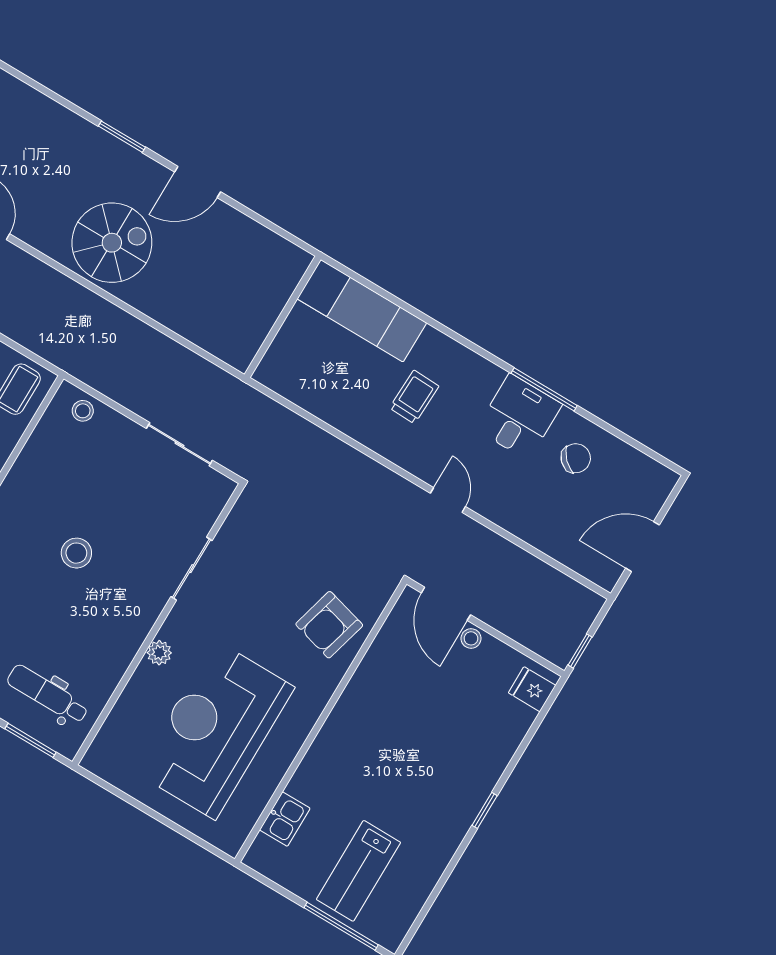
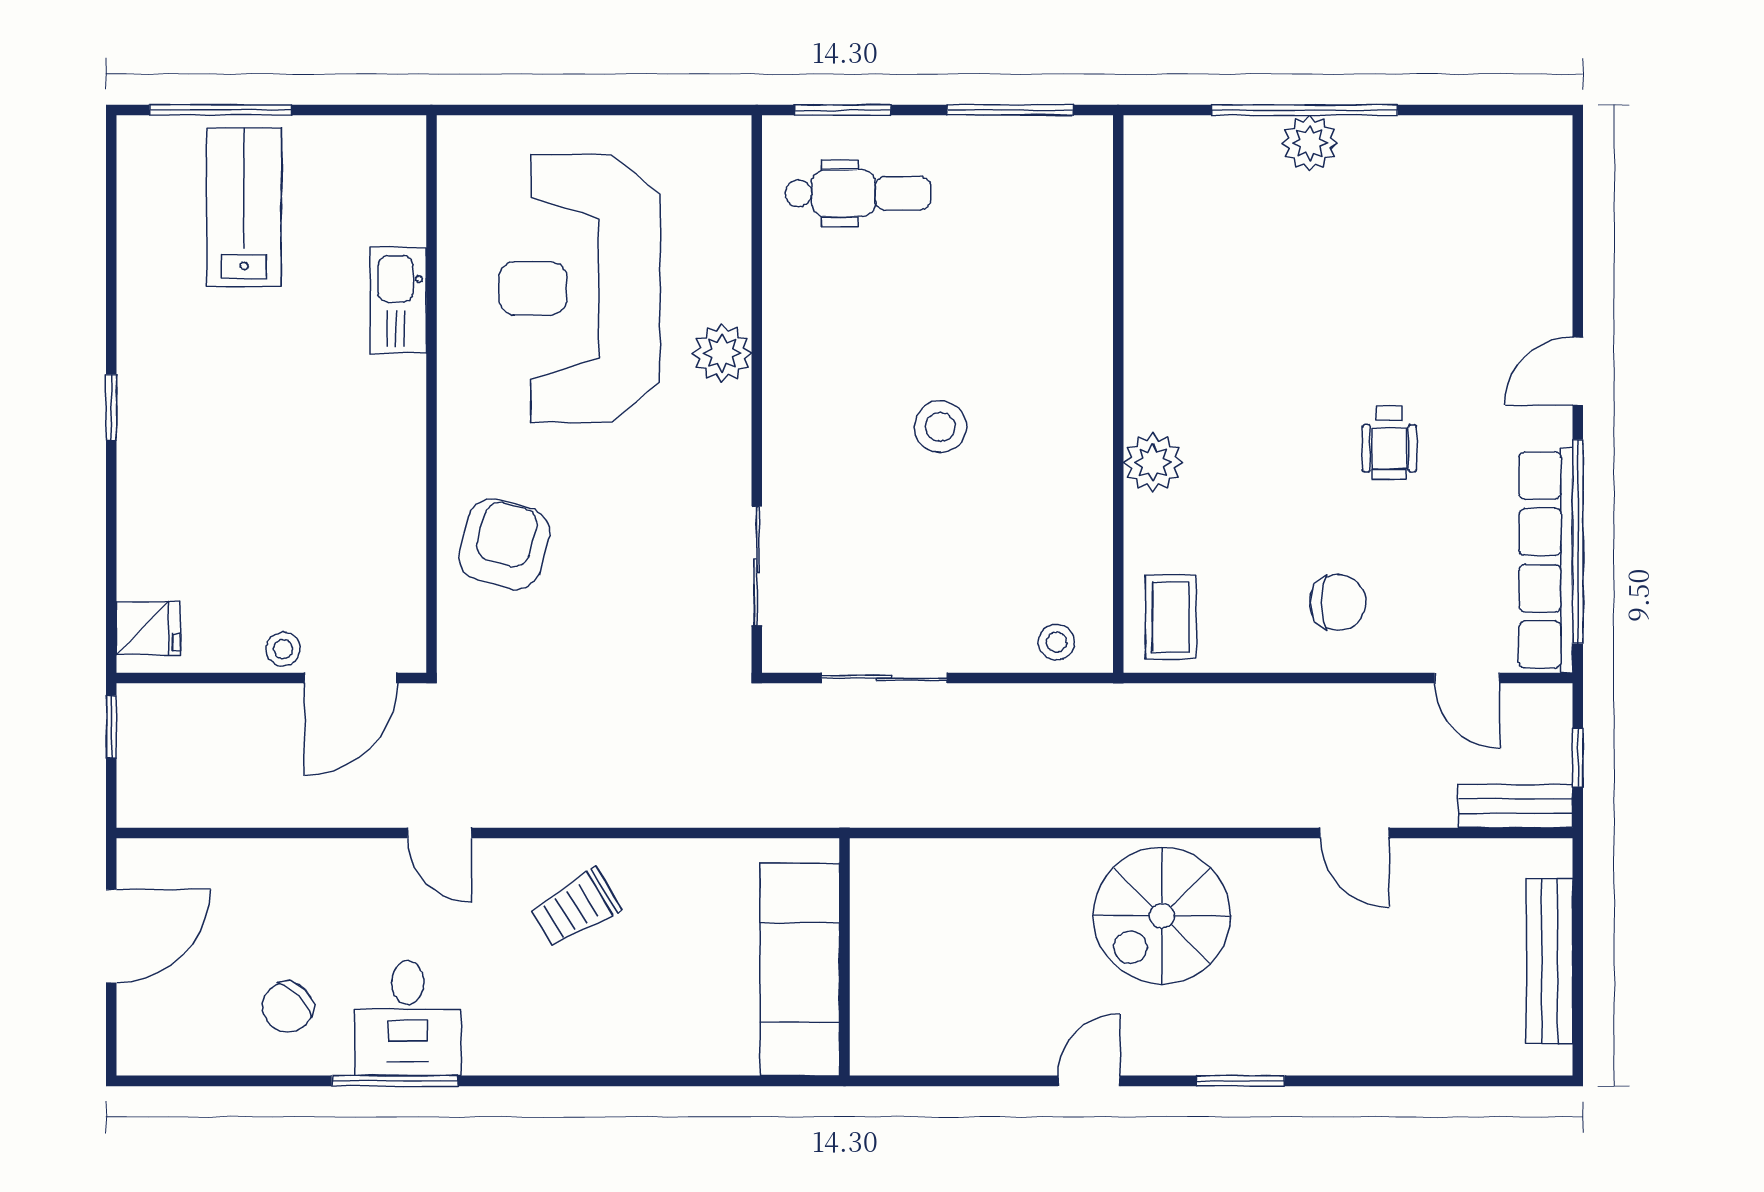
door: (198, 182) -> (1089, 1081), width x0.73
exam couch: (362, 311) -> (800, 970), moved, turned -90
trolley: (414, 397) -> (575, 908), moved, turned 57
sliding door: (192, 569) -> (757, 566), moved
door: (446, 604) -> (351, 678), swing flipped
plant: (159, 653) -> (722, 353), width x1.38, depth x1.38
reception desk: (215, 730) -> (579, 288), turned 180
kitchen sink: (285, 819) -> (398, 300), moved, width x1.38

